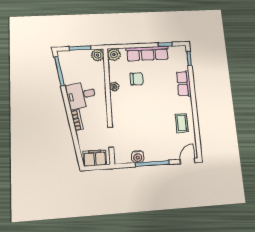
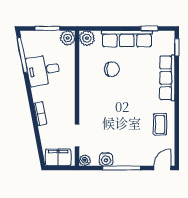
row of seats: (184, 84) -> (167, 78), width x1.48
plant: (114, 87) -> (85, 160), moved
desk: (81, 95) -> (43, 70), moved

